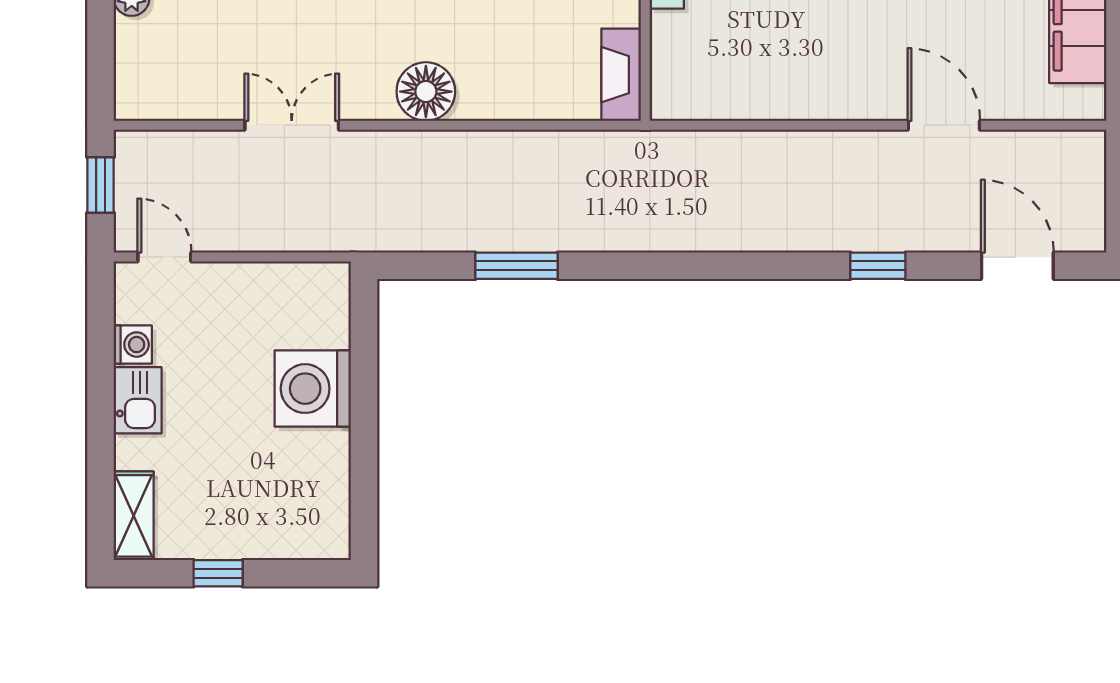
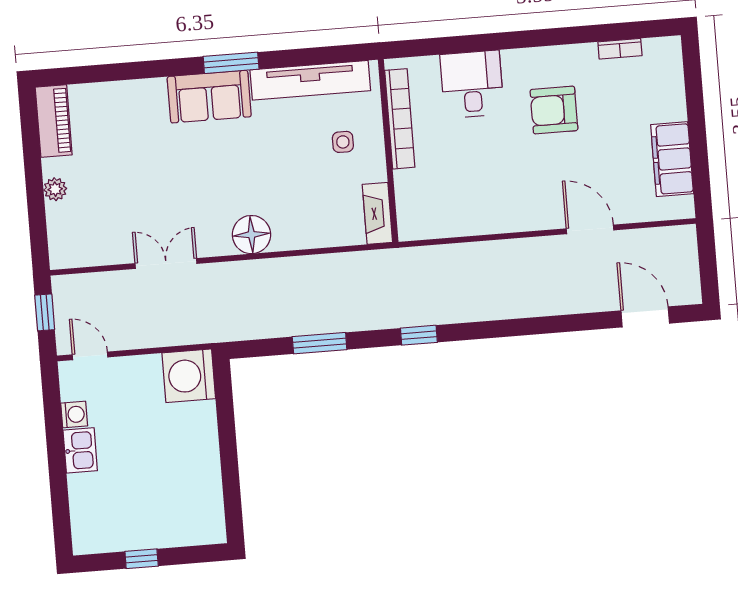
window: (878, 266) -> (419, 335), moved
washing machine: (313, 389) -> (189, 376), moved
shelving: (134, 516) -> (84, 526), removed

